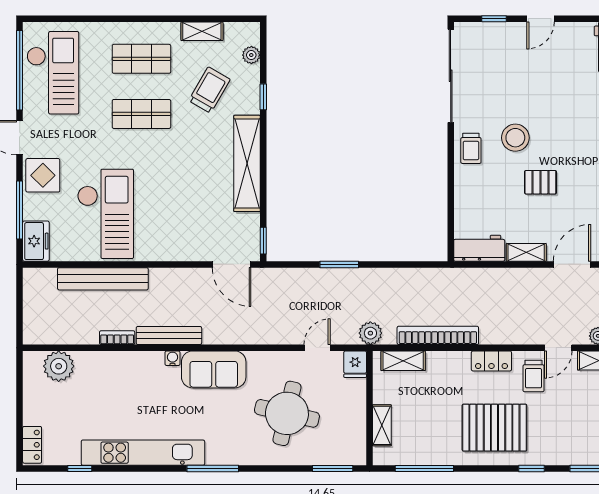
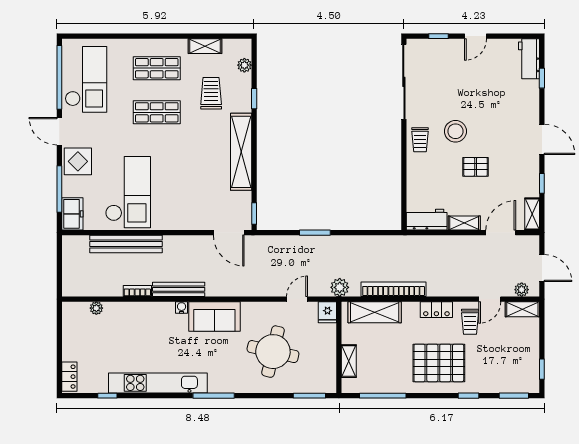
trolley: (209, 90) -> (211, 93), turned -30
shelving: (403, 361) -> (375, 312), width x1.50, depth x1.33
plant: (59, 366) -> (96, 308), width x0.53, depth x0.53

